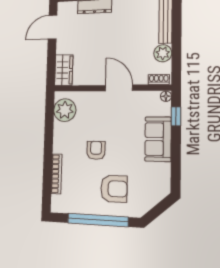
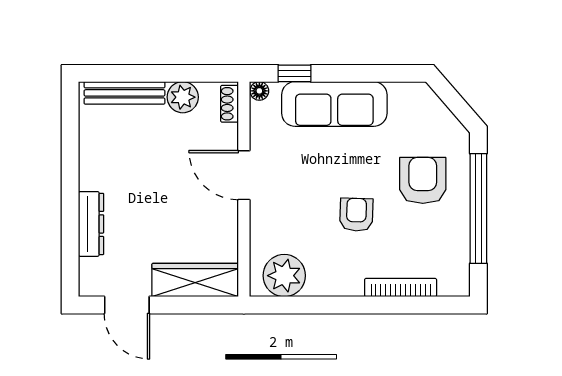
wardrobe: (64, 70) -> (195, 280), width x1.50
door: (119, 88) -> (244, 175), hinge flipped
sofa: (158, 139) -> (334, 104), width x1.36
armchair: (96, 150) -> (356, 215), turned 92

